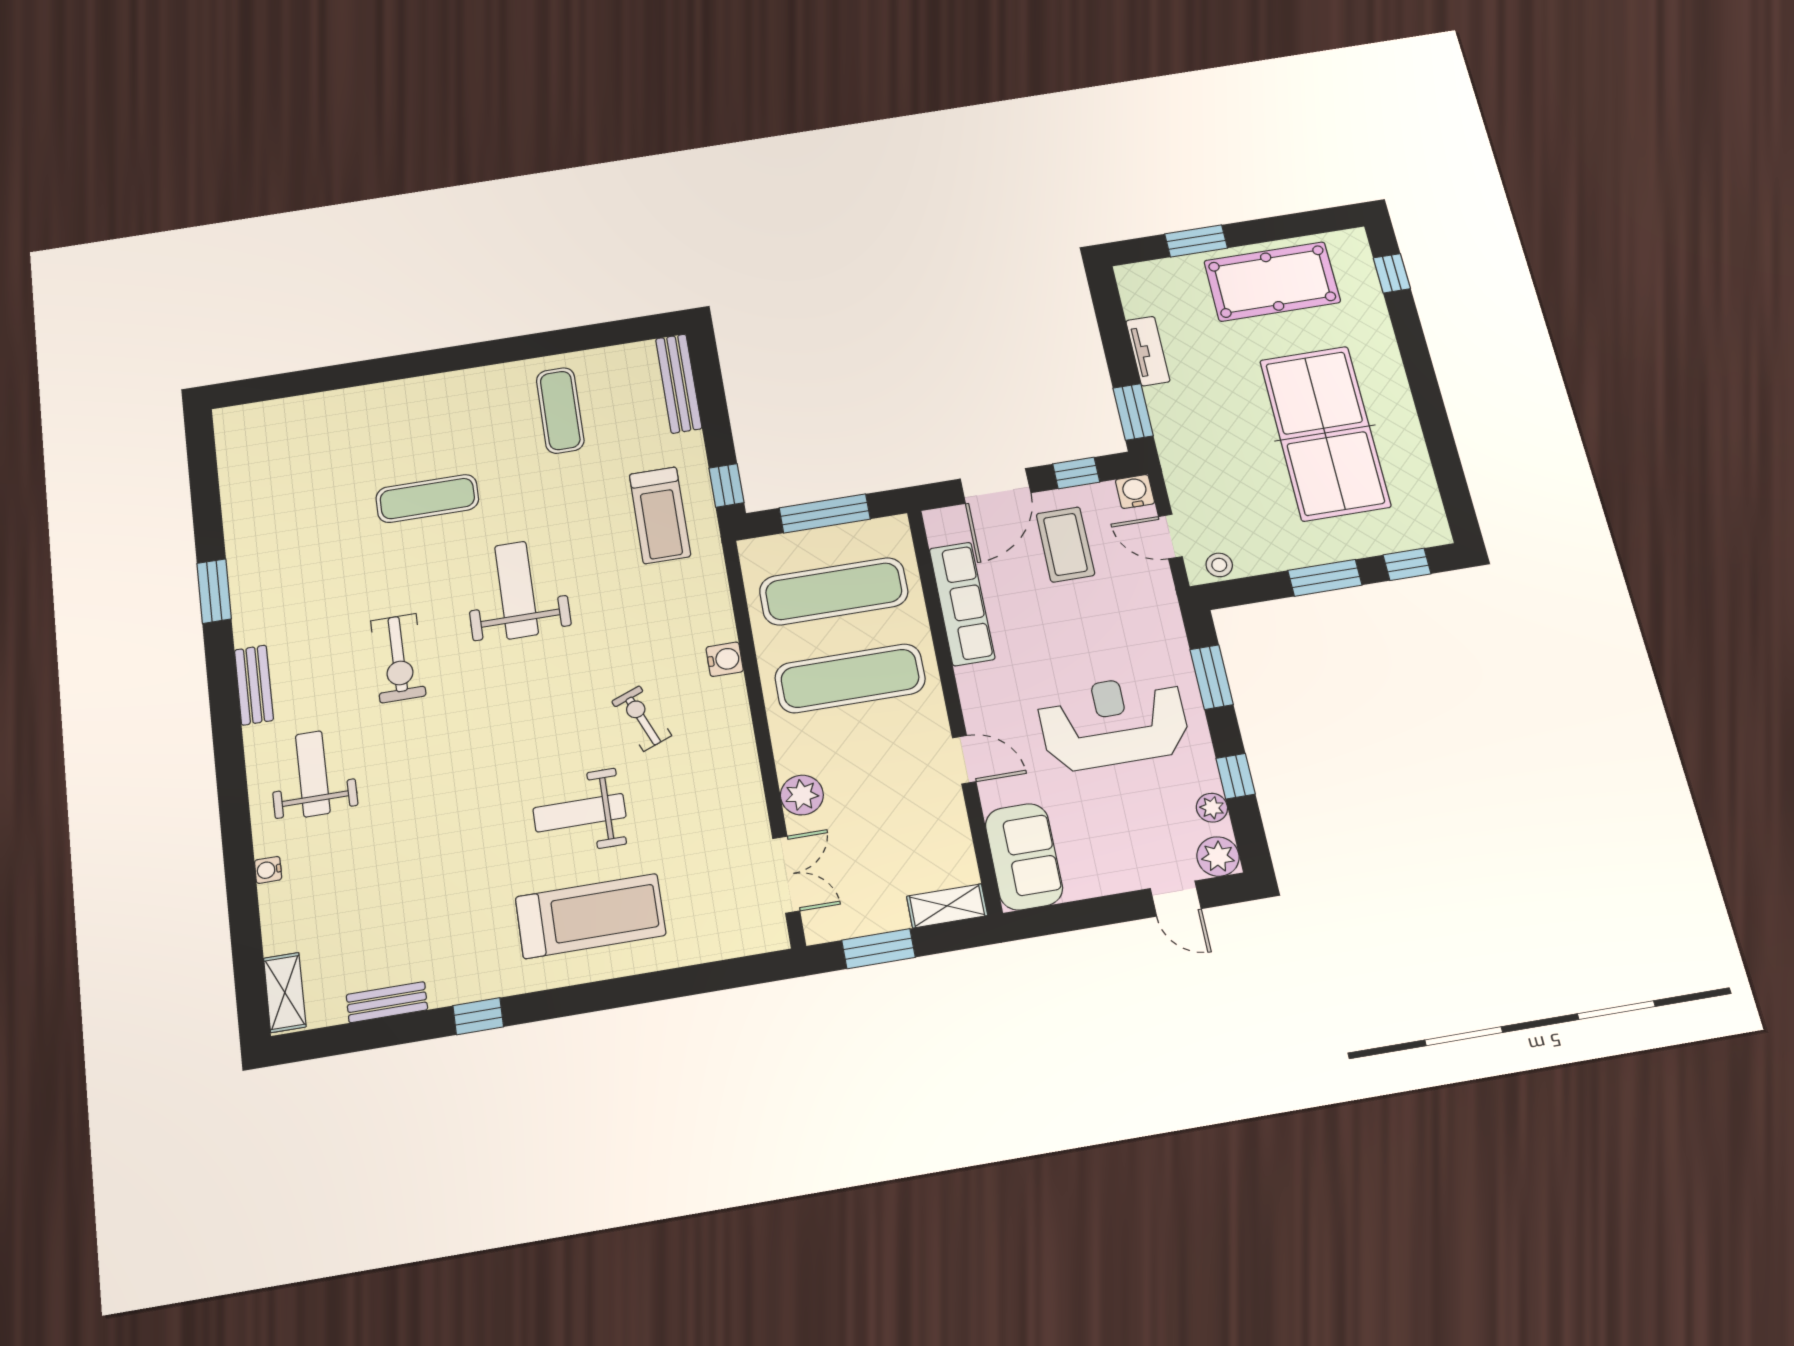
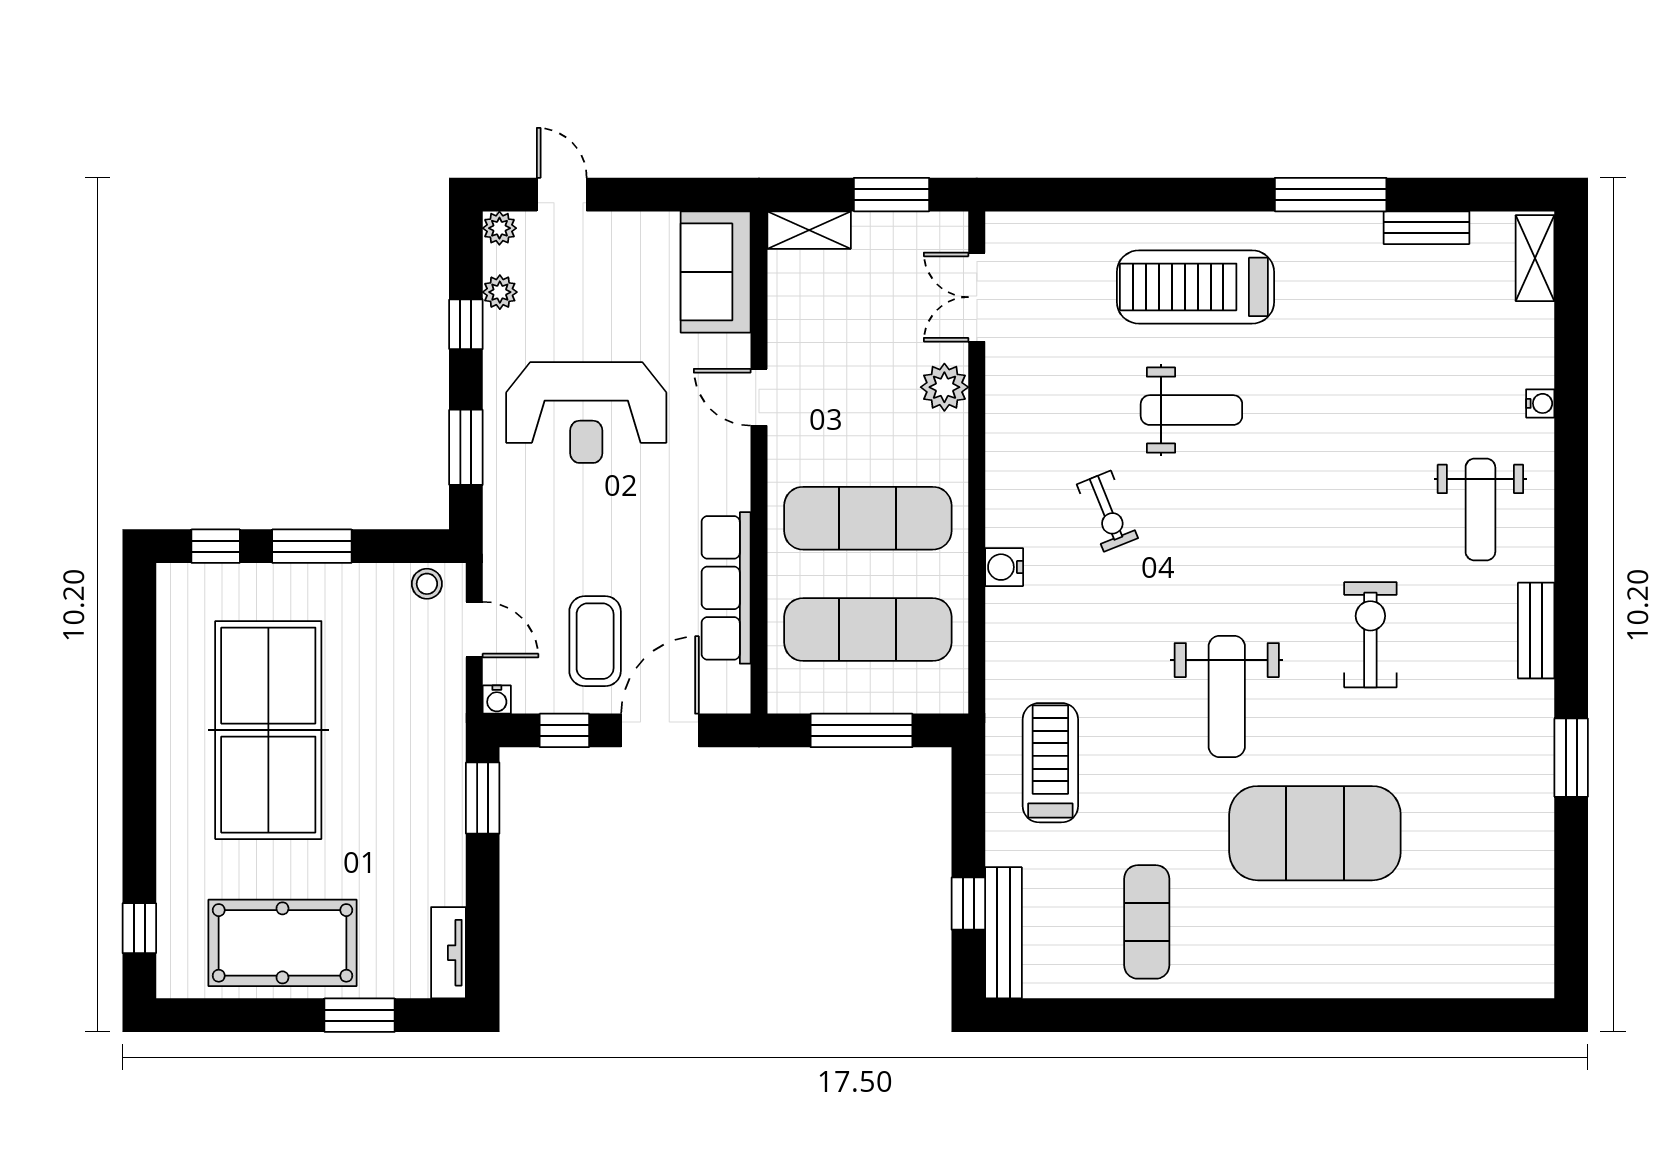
tv unit: (1148, 351) -> (448, 953), moved
window: (726, 485) -> (968, 904), moved
water cooler: (1135, 492) -> (497, 700), width x0.72, depth x0.72
exercise mat: (427, 499) -> (1315, 833), width x2.00, depth x1.45
plant: (1218, 857) -> (499, 228), width x0.73, depth x0.73
window: (478, 1016) -> (1331, 195), width x2.17

